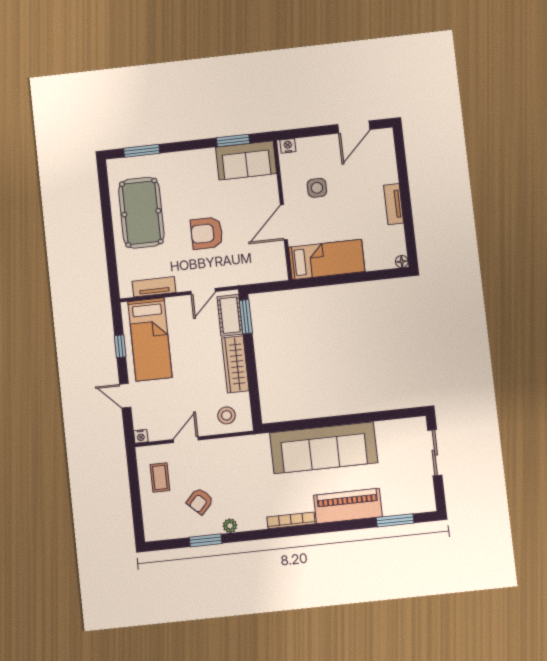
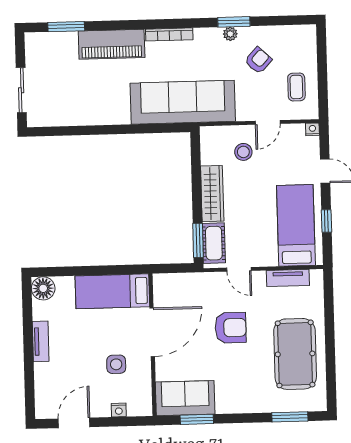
nightstand: (288, 146) -> (119, 410), moved
door: (284, 222) -> (152, 332), width x1.36
floor lamp: (402, 261) -> (43, 288), width x1.89, depth x1.89
door: (203, 291) -> (239, 269), swing flipped
stool: (227, 415) -> (243, 152), moved
sofa: (324, 448) -> (183, 102), moved
window: (206, 540) -> (234, 22), moved

